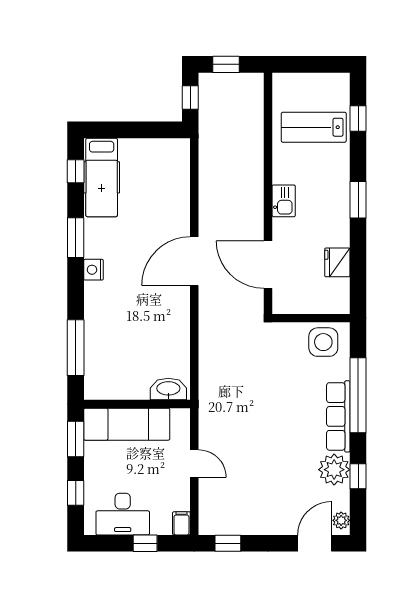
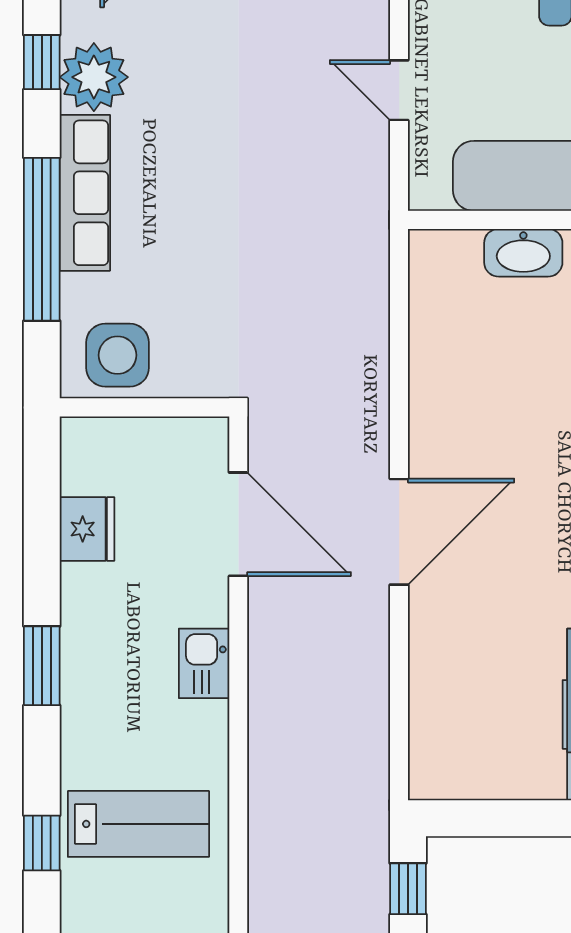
washbasin: (168, 389) -> (523, 253), moved

